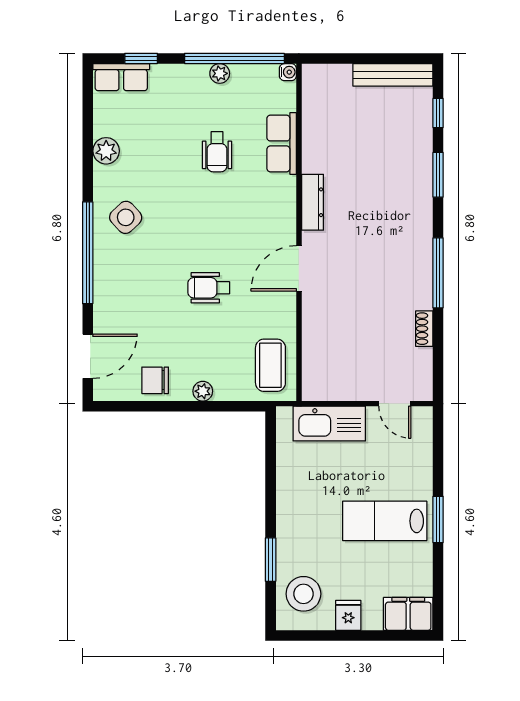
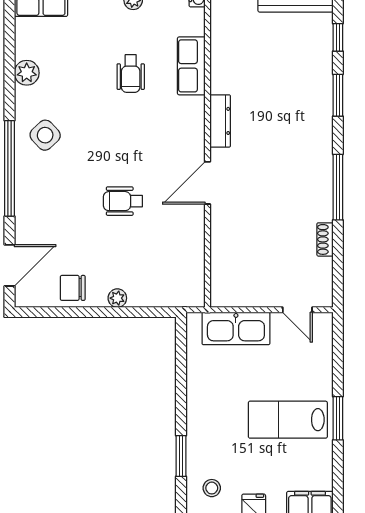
coffee table: (270, 365) -> (181, 274), removed
stool: (303, 594) -> (212, 488), width x0.53, depth x0.53

